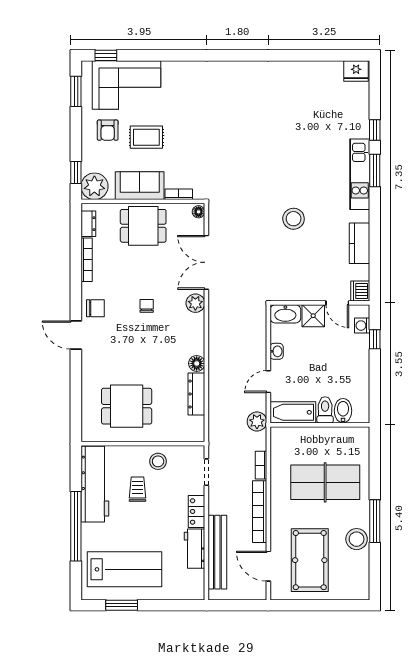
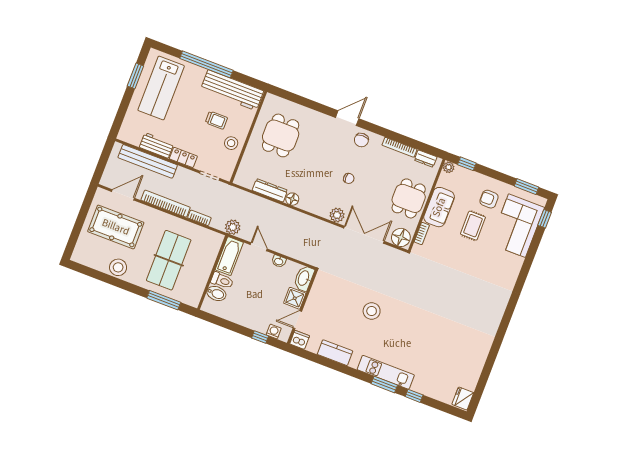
plant: (94, 186) -> (449, 167), width x0.53, depth x0.53
floor lamp: (199, 212) -> (401, 237), width x1.89, depth x1.89
window: (375, 521) -> (164, 300), moved

